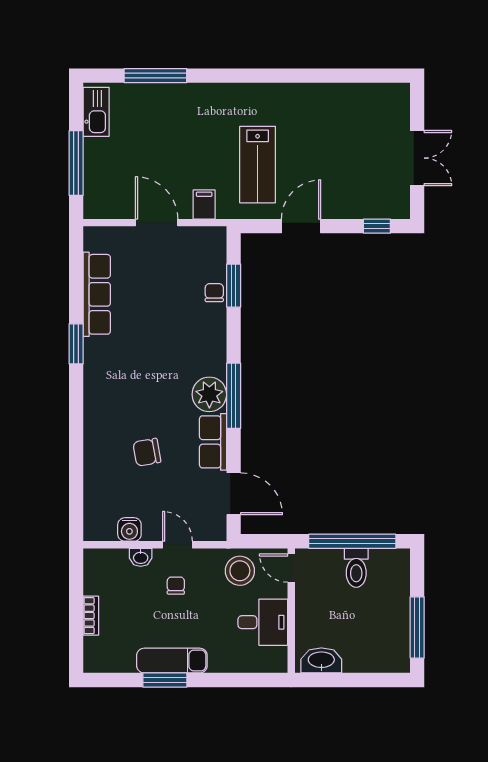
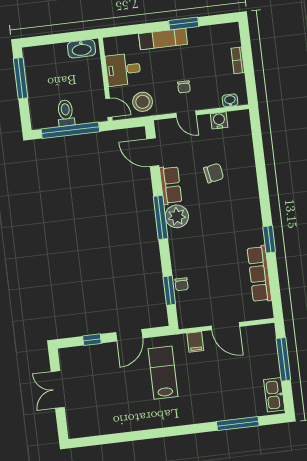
window: (377, 226) -> (92, 340), moved
washbasin: (141, 557) -> (230, 100), moved
exam couch: (172, 661) -> (163, 39), moved

